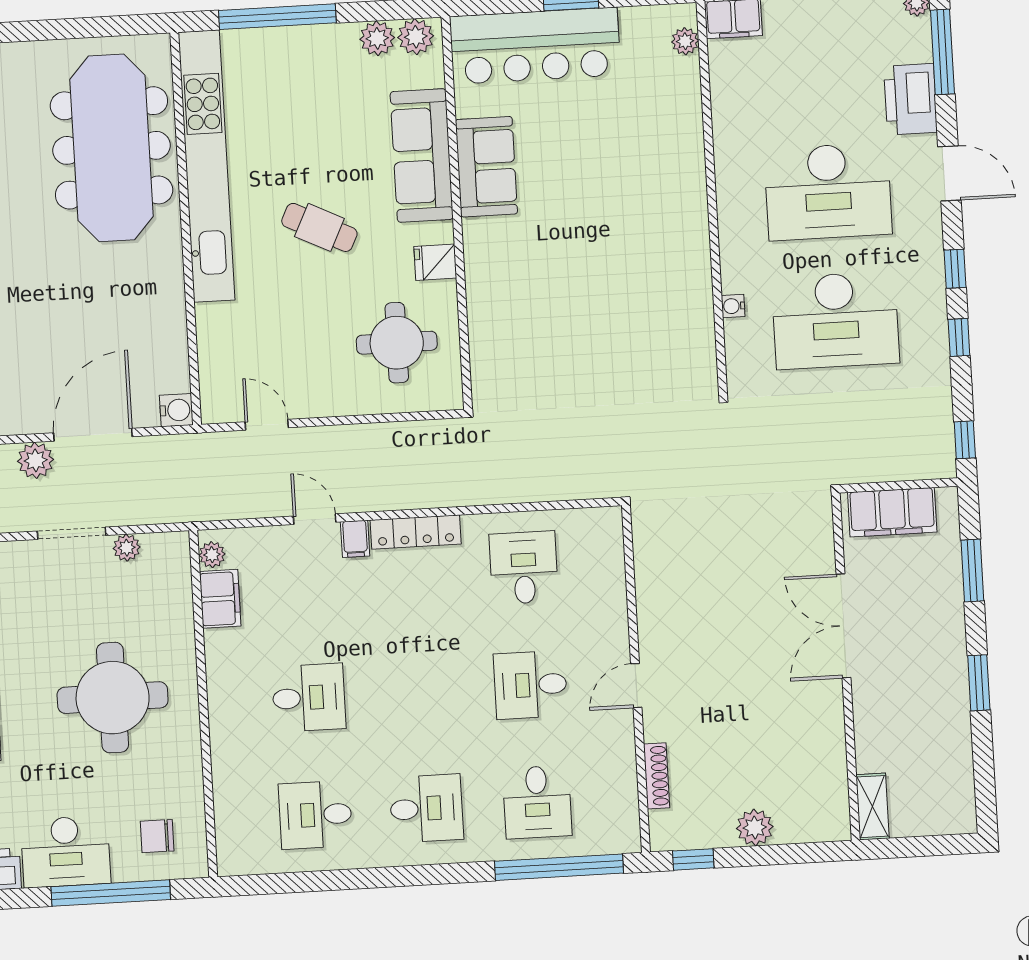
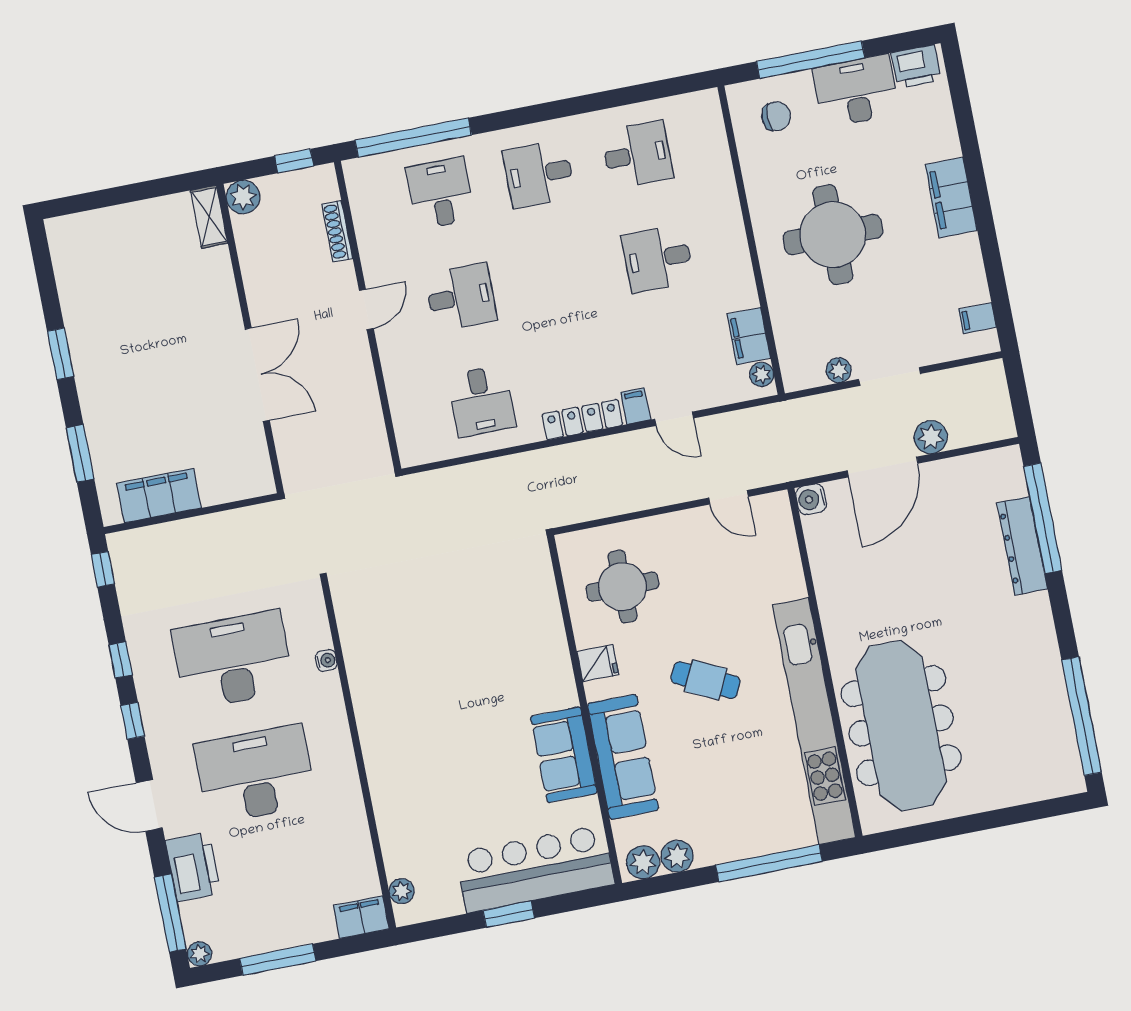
double door: (843, 626) -> (257, 375), moved
wall: (846, 667) -> (250, 338), moved
shelving: (872, 807) -> (209, 217), moved

